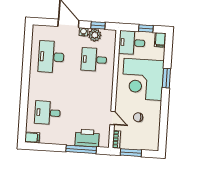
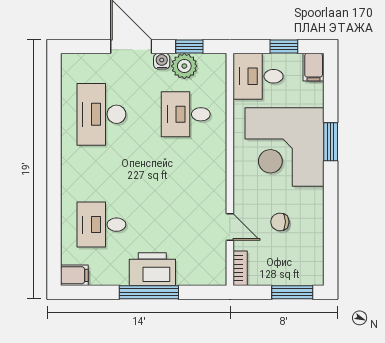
printer: (87, 138) -> (152, 269), moved
window: (81, 149) -> (149, 292), moved
window: (131, 153) -> (292, 292), moved

